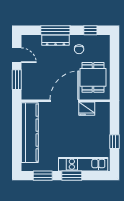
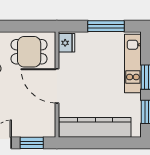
fridge: (87, 109) -> (66, 43), moved
window: (114, 142) -> (106, 26), width x2.17

